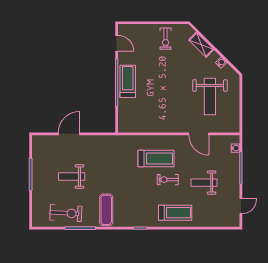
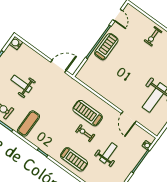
door: (69, 134) -> (58, 66), moved
water cooler: (38, 141) -> (16, 43), added
treadmill: (156, 158) -> (88, 113), turned 180
weight bench: (204, 183) -> (108, 153), turned 90

